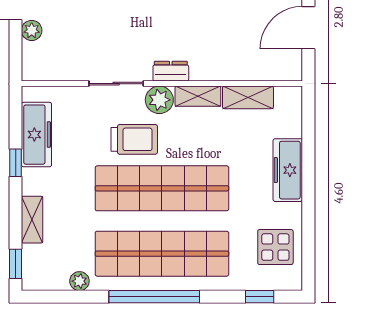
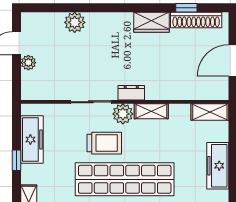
shelving: (248, 97) -> (210, 112), moved

